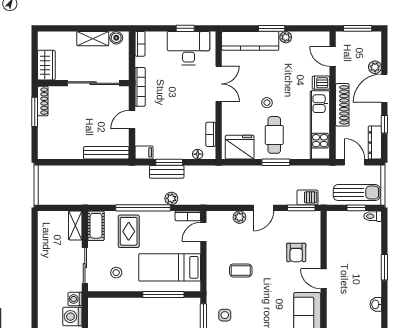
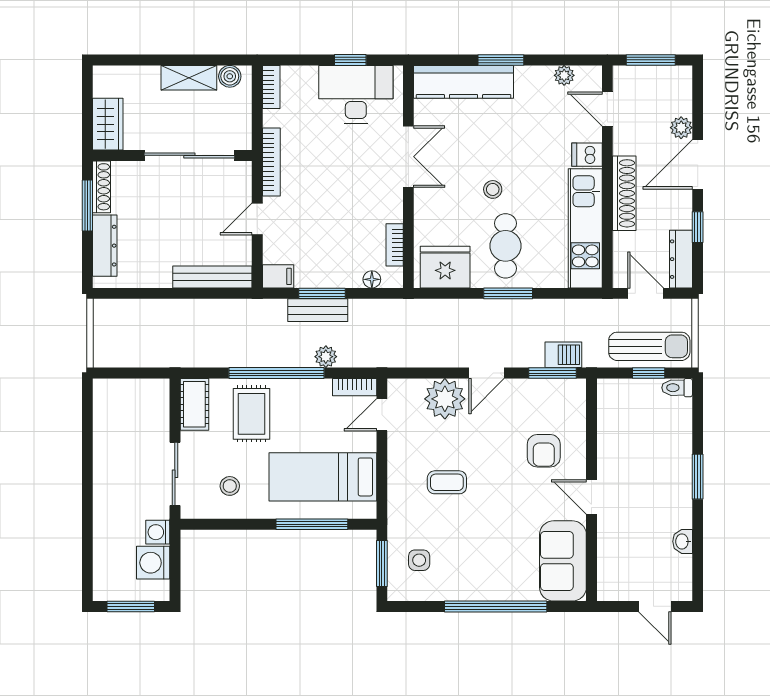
plant: (286, 37) -> (564, 75), moved
dresser: (45, 135) -> (105, 246), added
plant: (239, 217) -> (445, 399), width x1.88, depth x1.88
shelving: (75, 225) -> (158, 404), removed

